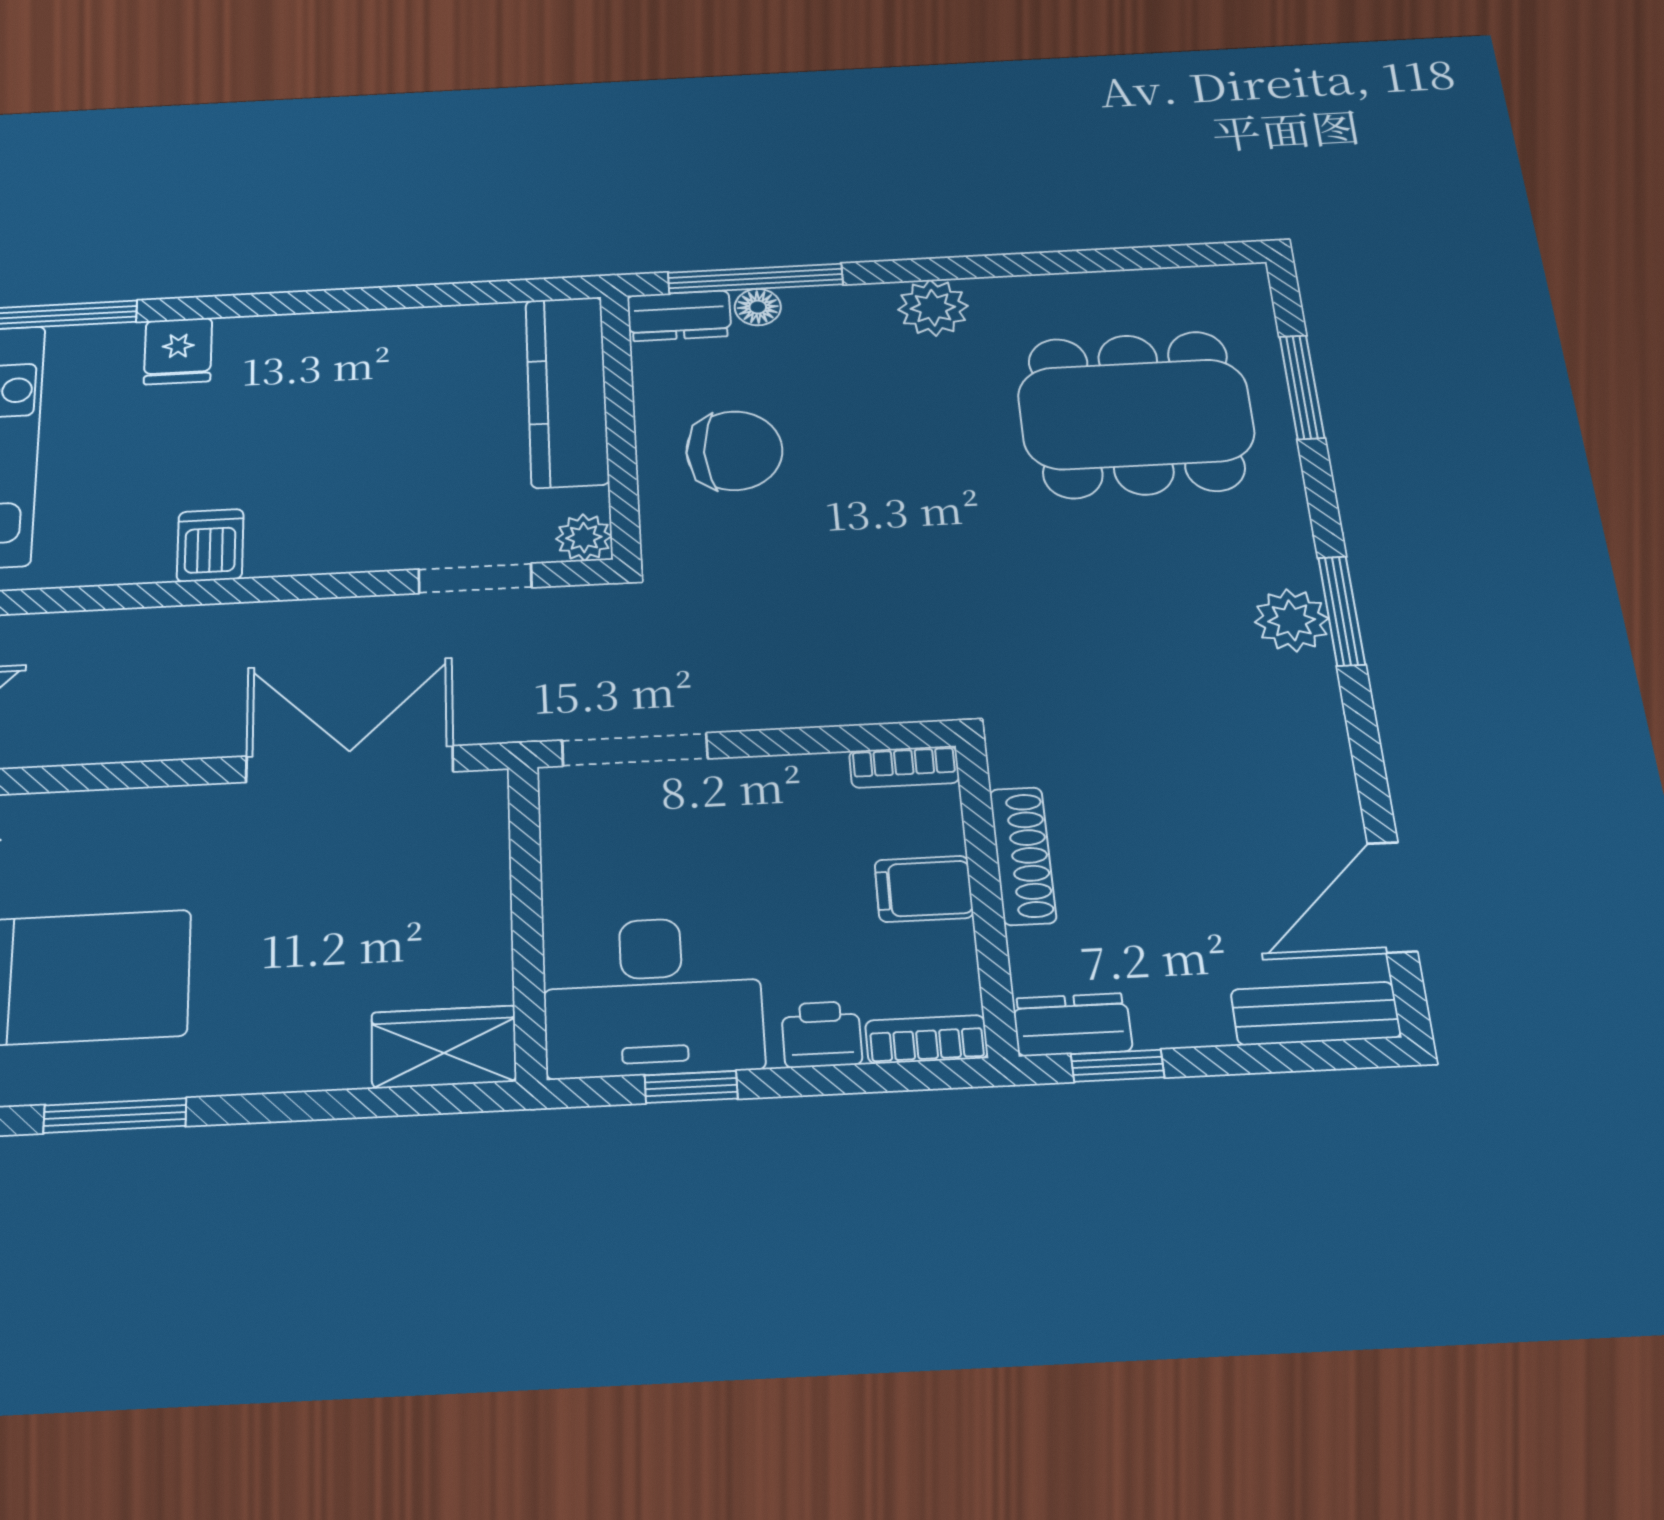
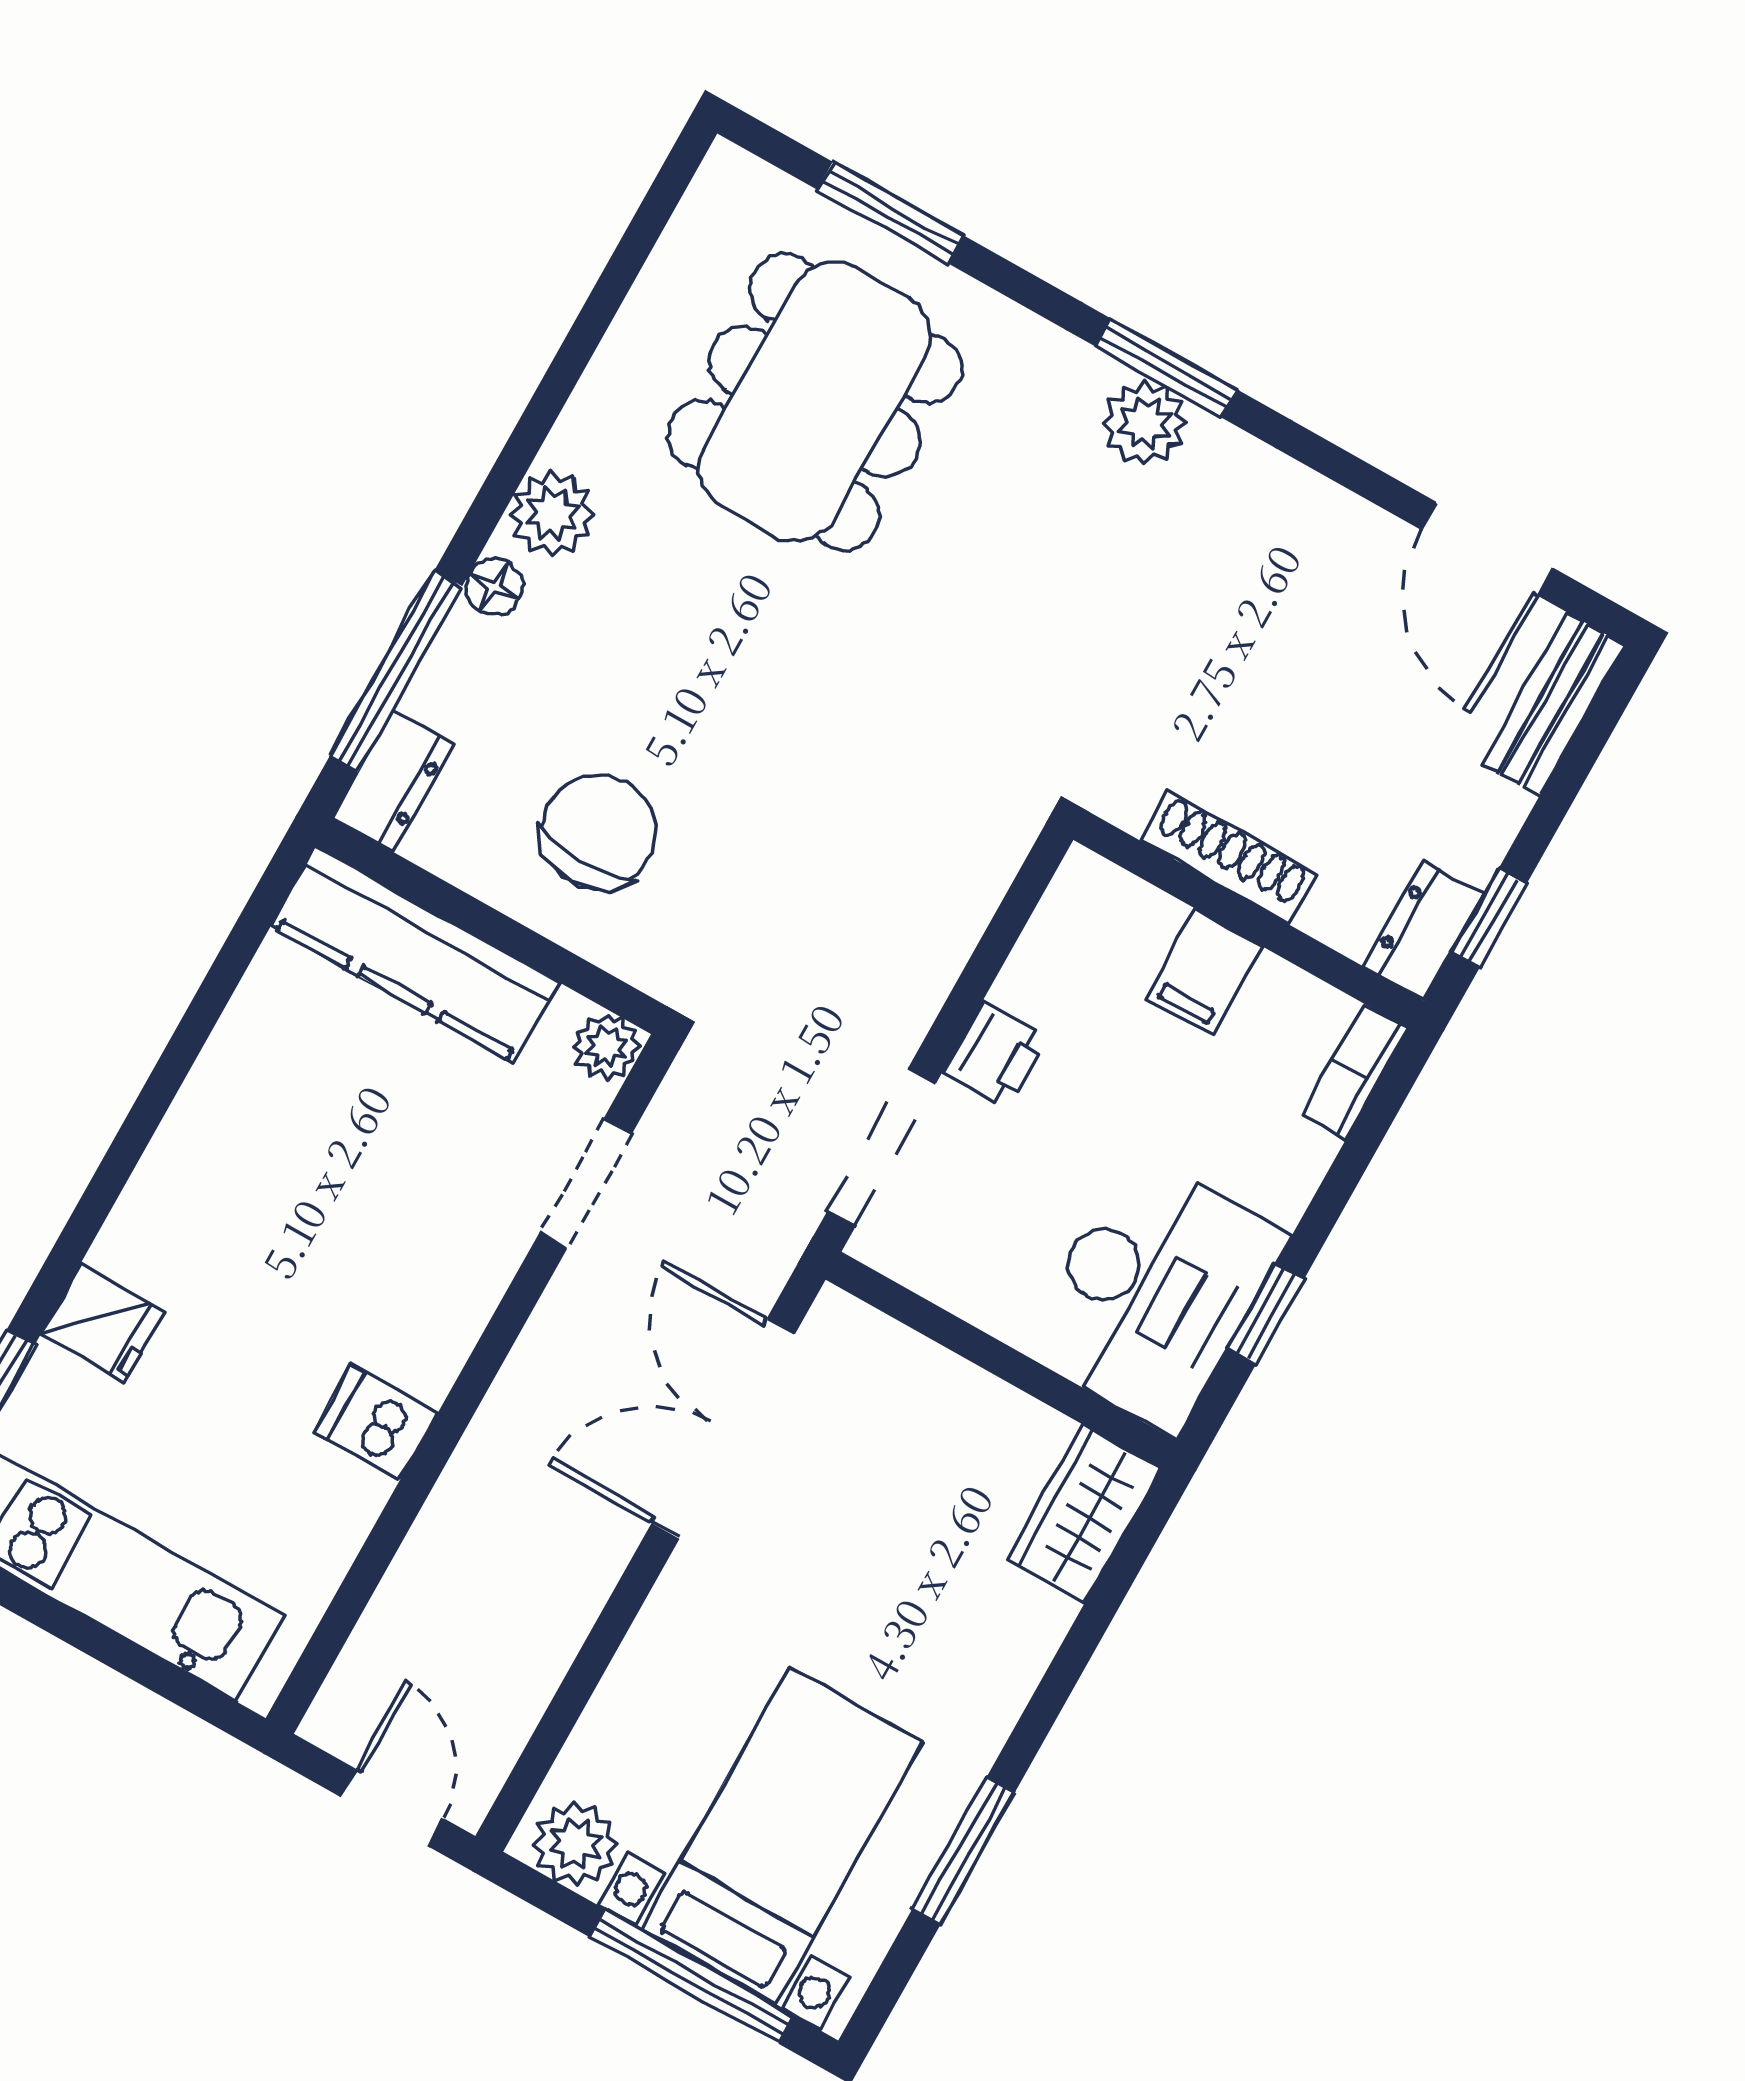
floor lamp: (758, 307) -> (494, 587), moved
bookcase: (904, 767) -> (1065, 904), removed
printer: (822, 1034) -> (996, 1054), moved, turned 180

